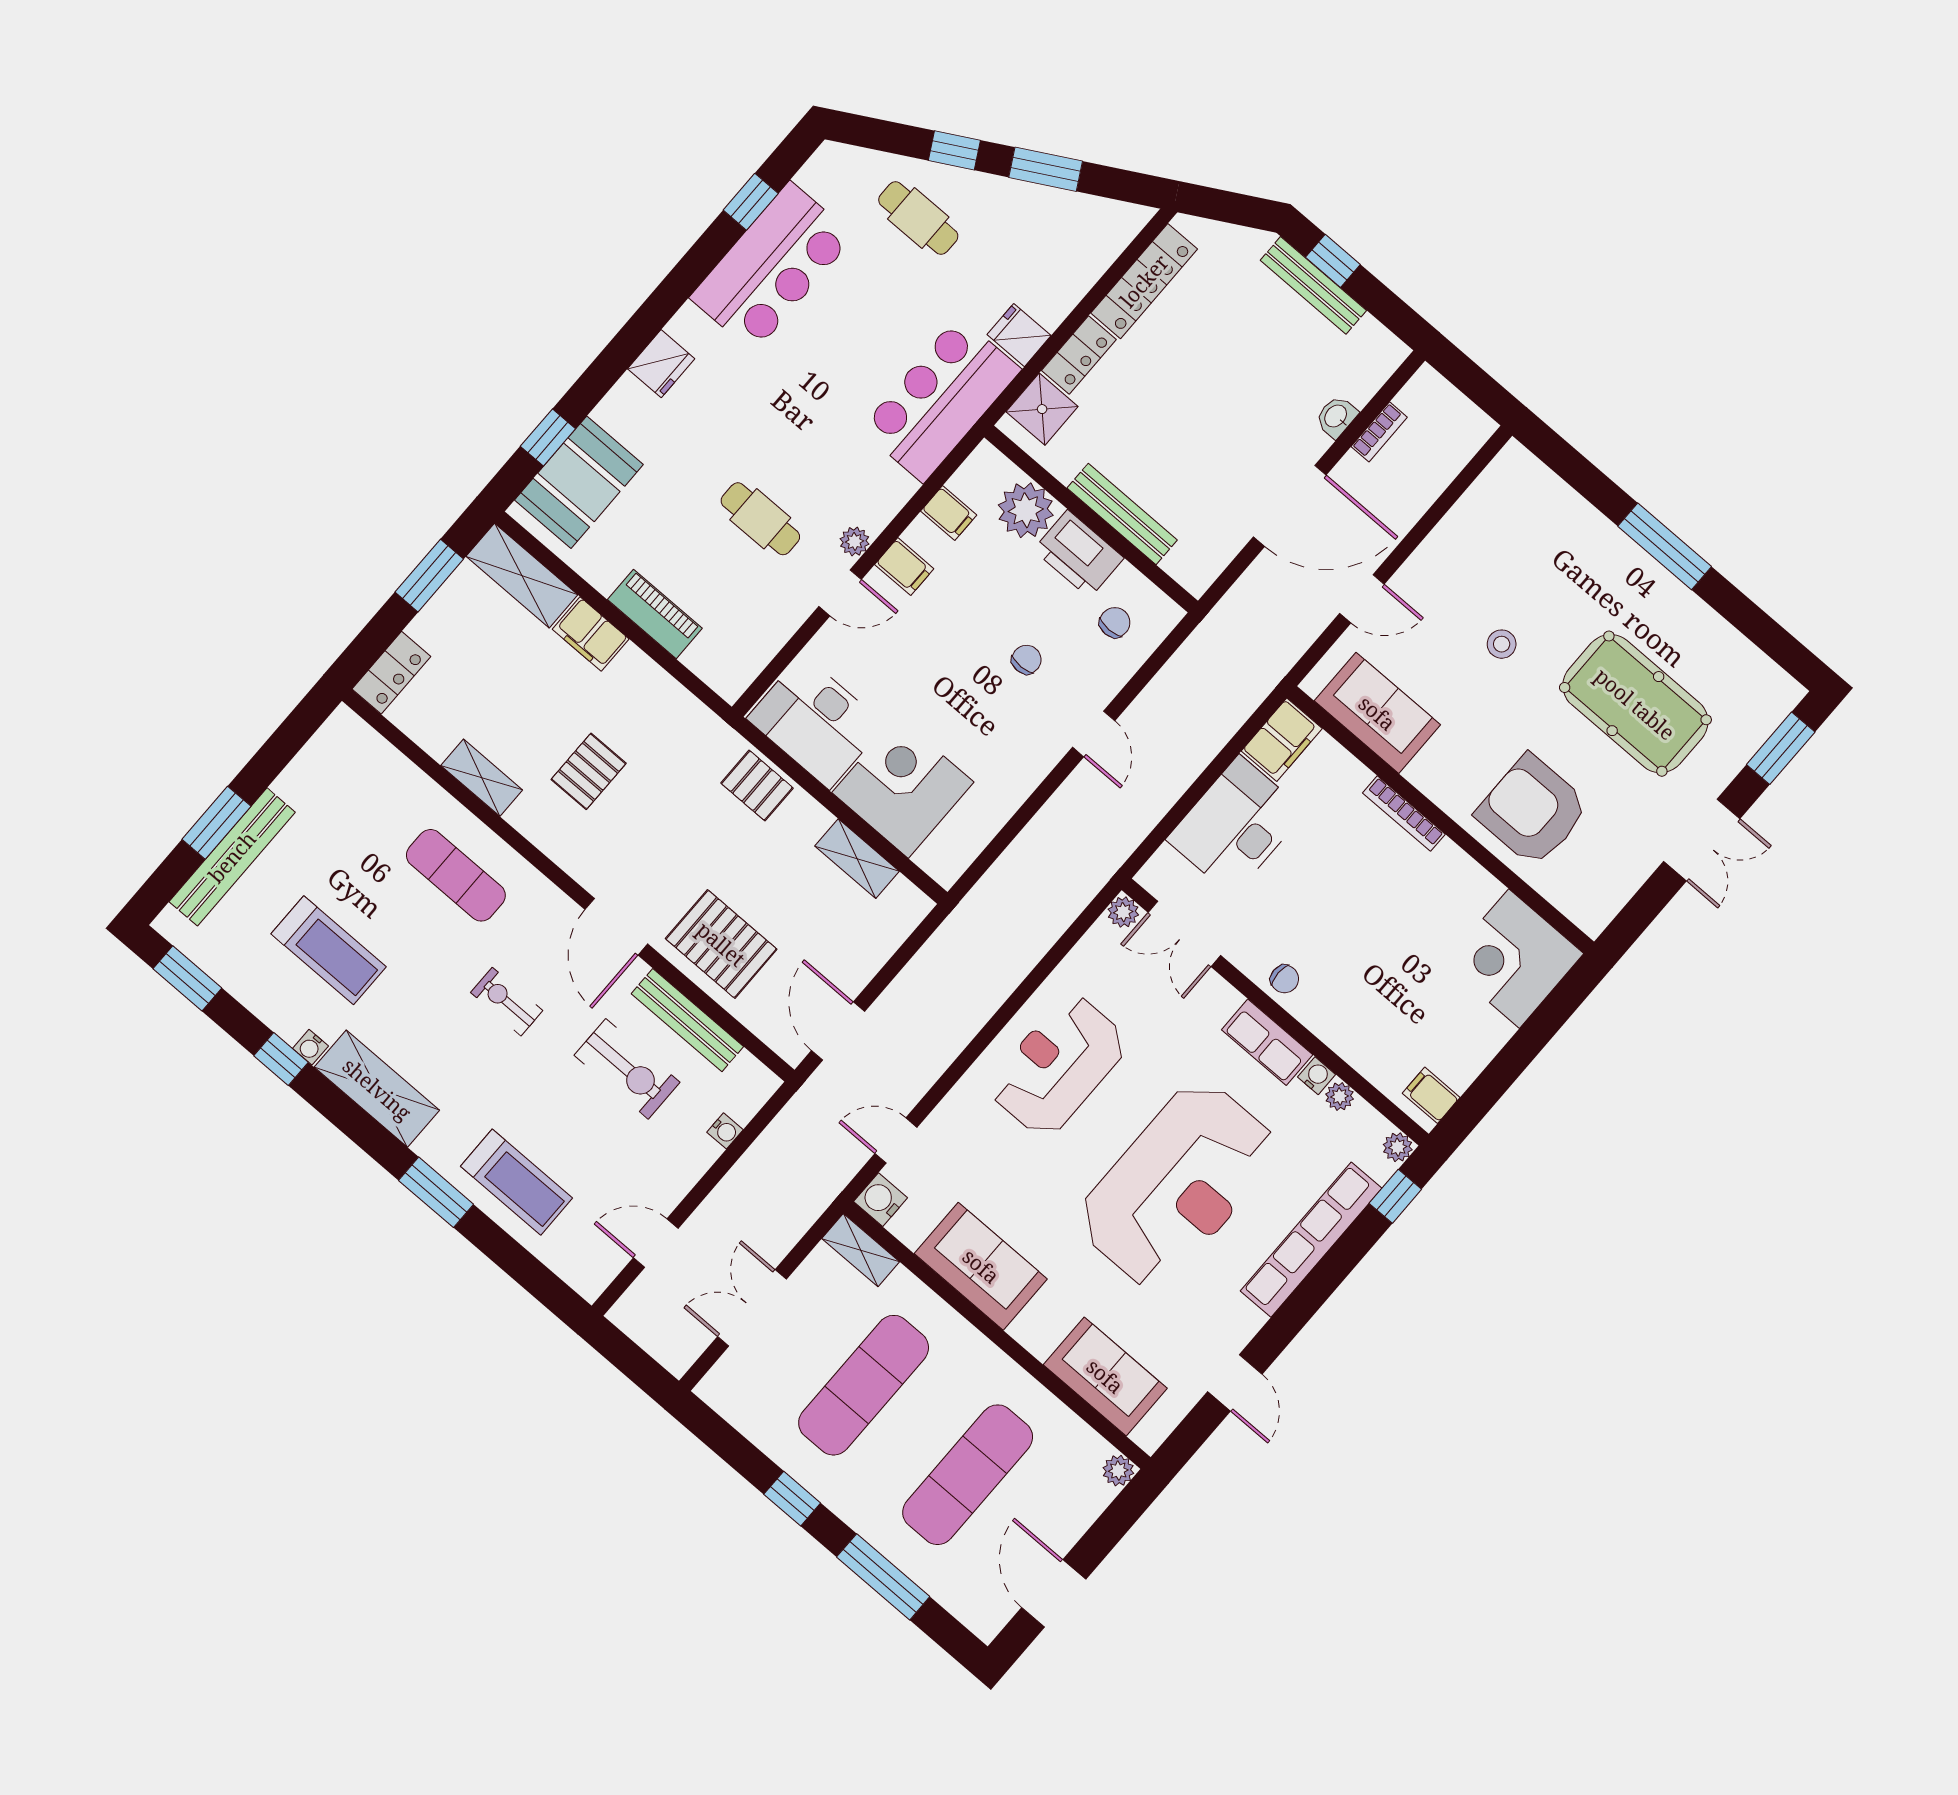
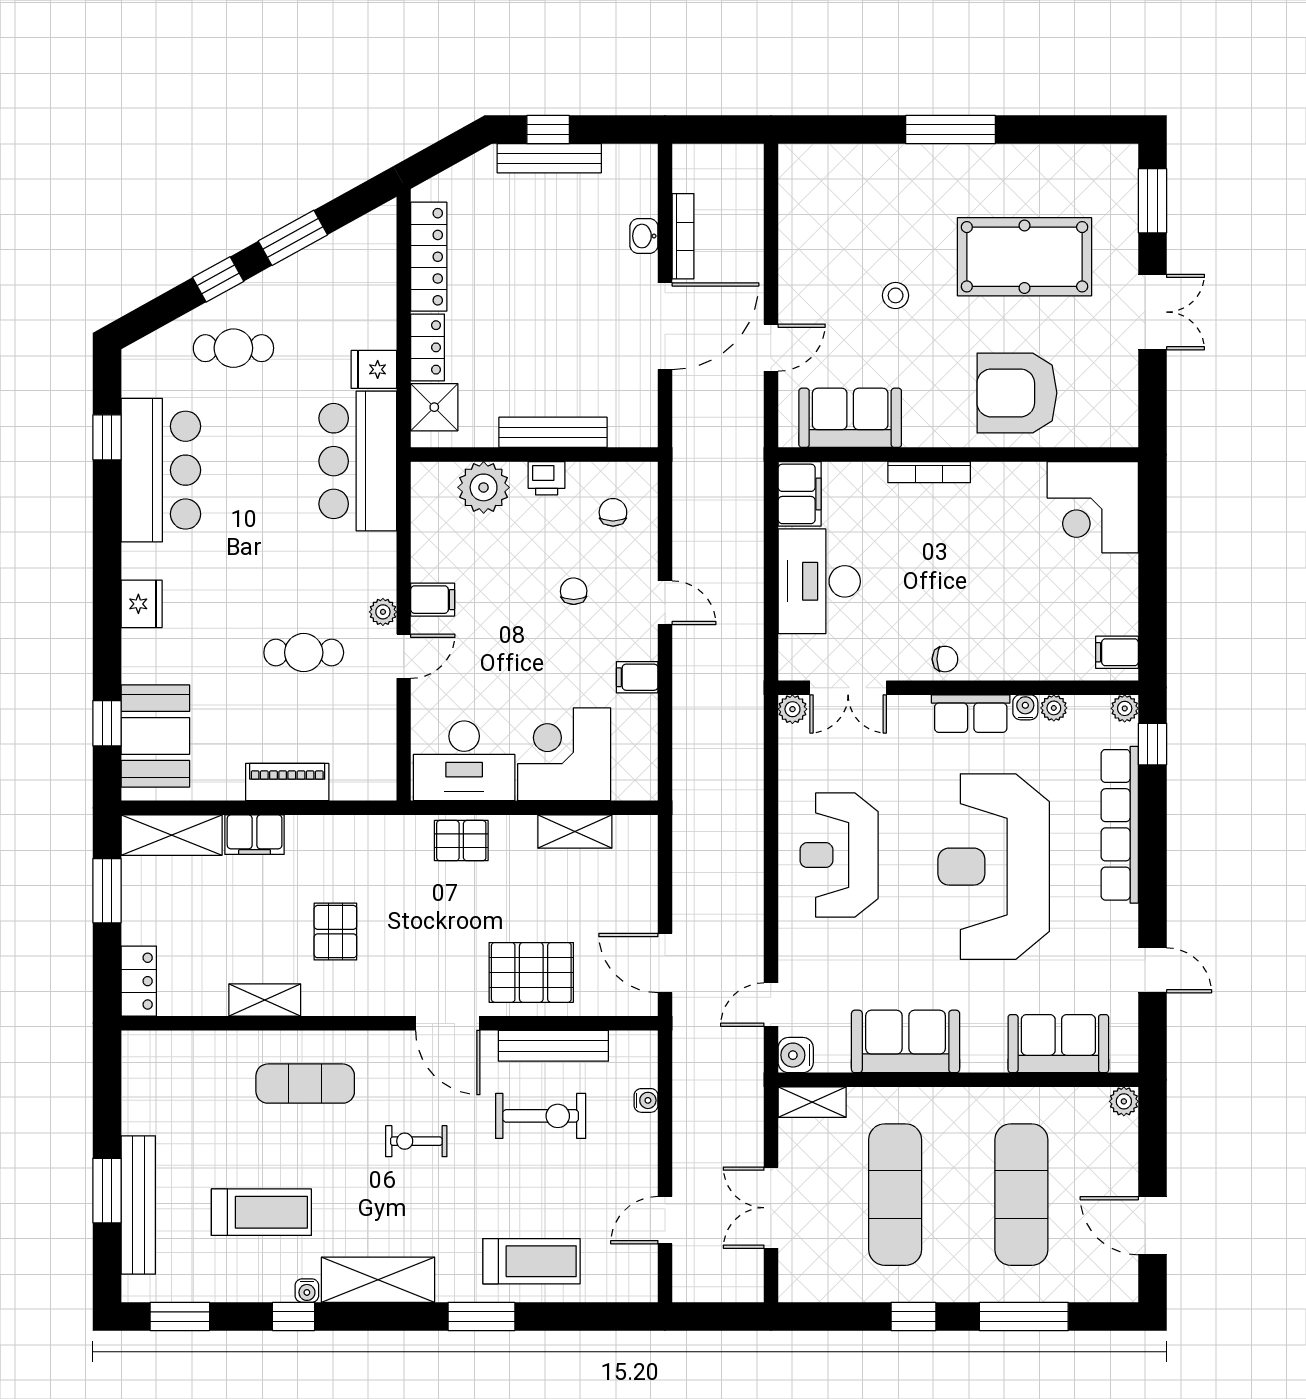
bookcase: (1379, 432) -> (683, 236), width x1.56
filing cabinet: (949, 513) -> (637, 677), moved, turned 180
printer: (1079, 554) -> (547, 478), width x0.53, depth x0.68
reception desk: (1177, 1185) -> (994, 867), turned 180

